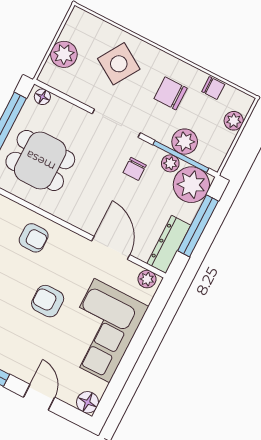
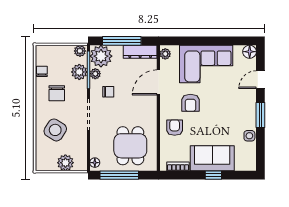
plant: (234, 121) -> (80, 51), moved
armchair: (48, 301) -> (190, 103), moved

